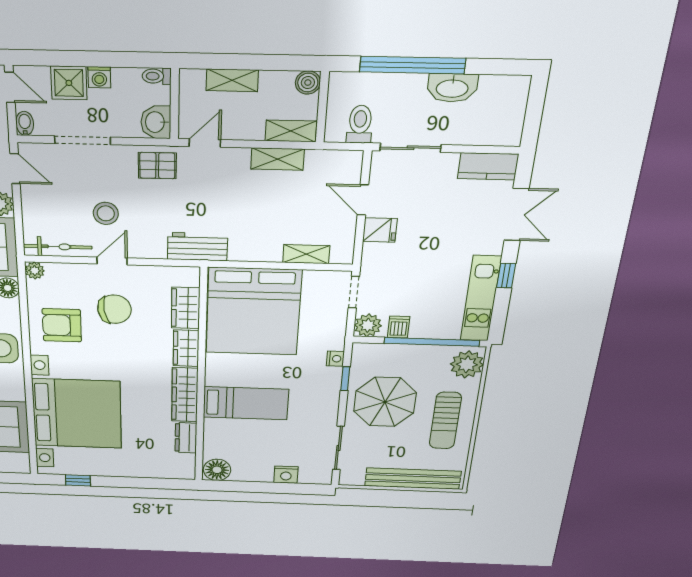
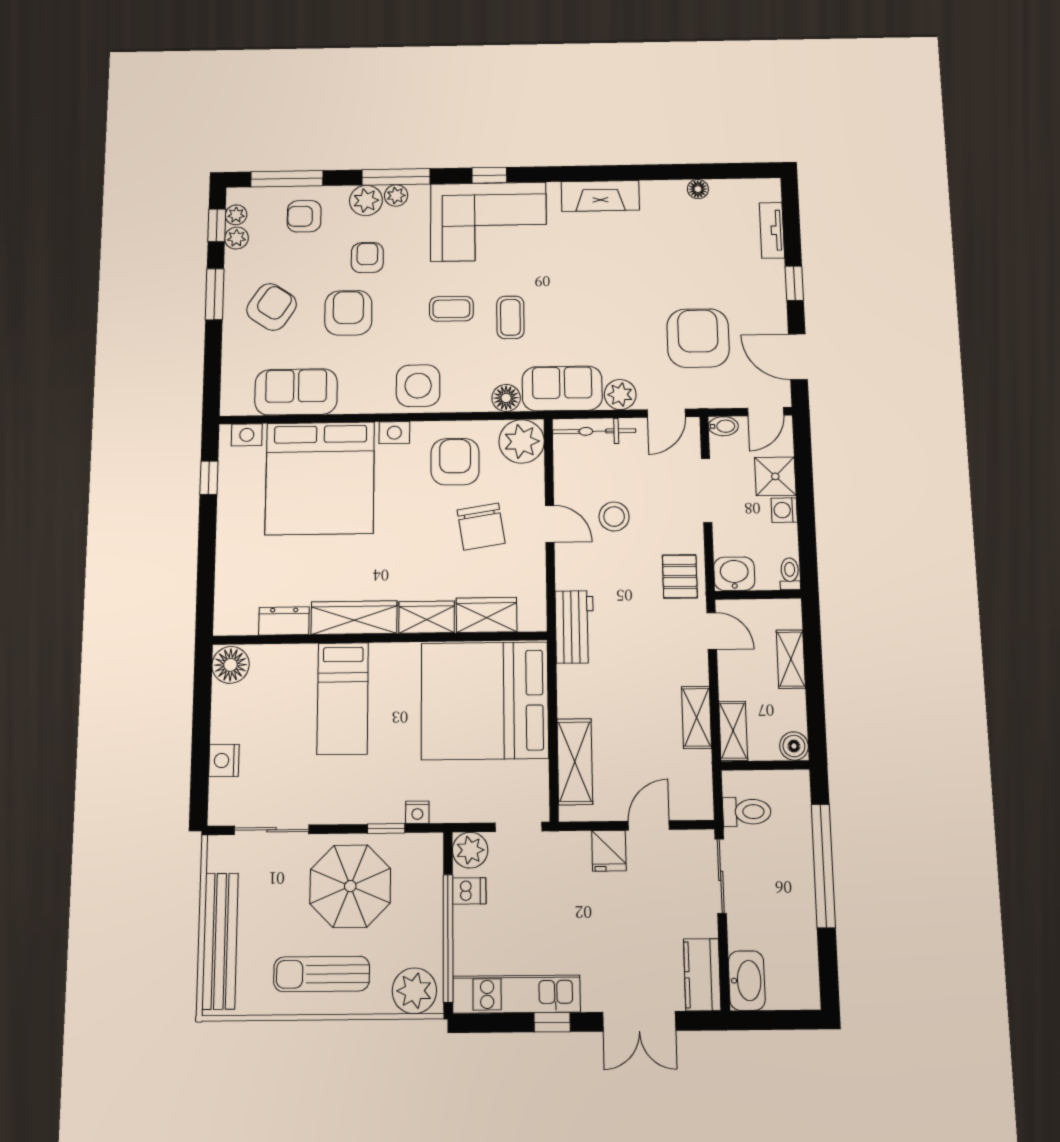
washbasin: (452, 88) -> (747, 981), moved, turned 180
bicycle: (58, 247) -> (594, 431), moved, turned 90
shelving: (306, 254) -> (575, 762), width x1.50, depth x1.33
plant: (35, 271) -> (522, 441), width x1.88, depth x1.88

